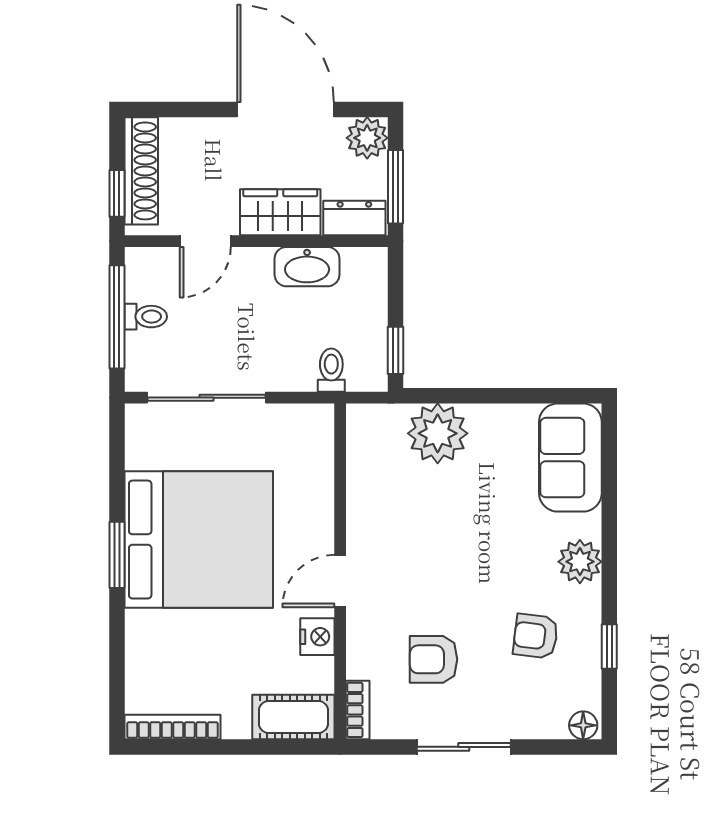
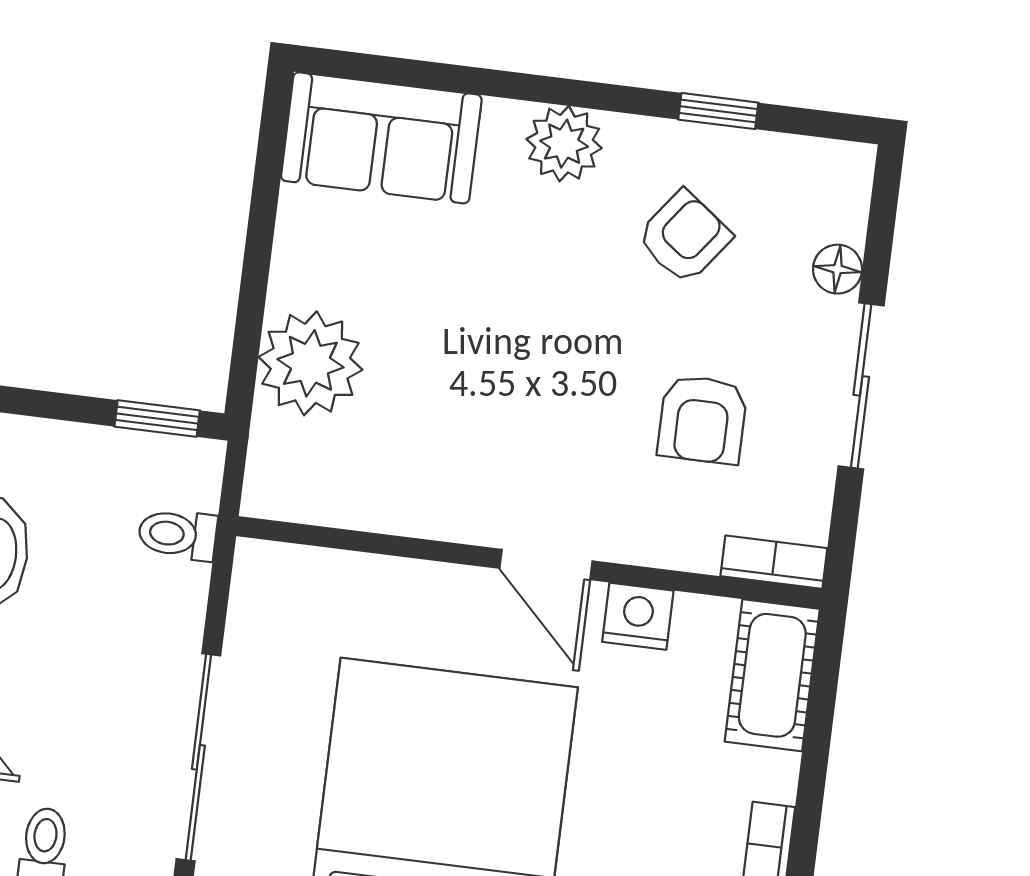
armchair: (536, 636) -> (684, 237), turned -150
floor lamp: (583, 725) -> (838, 269), moved

